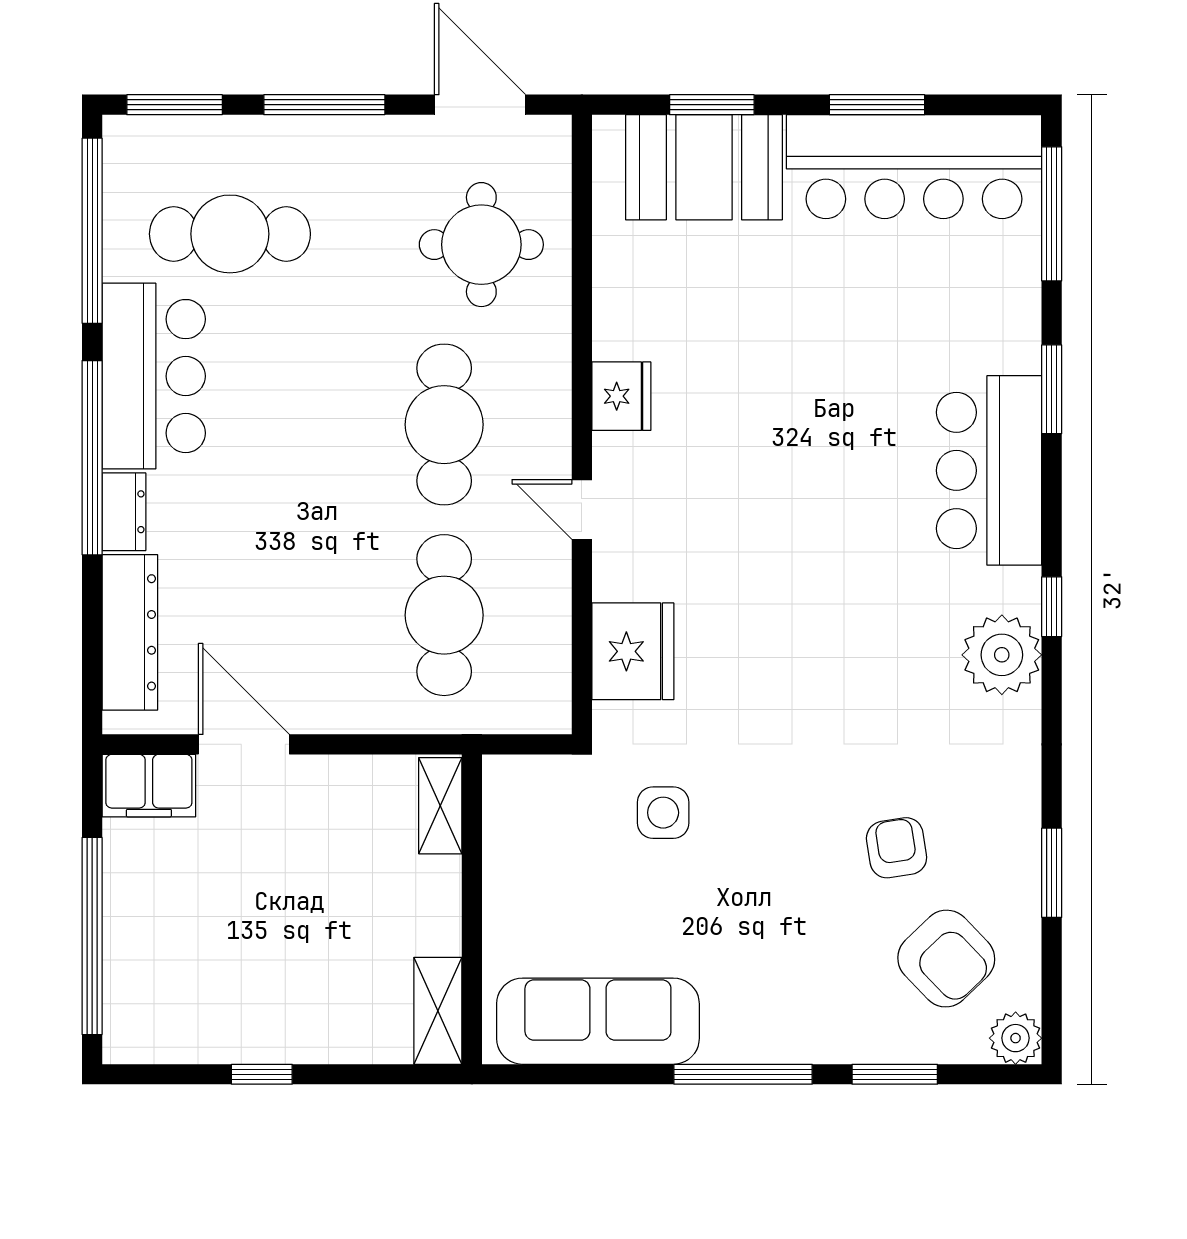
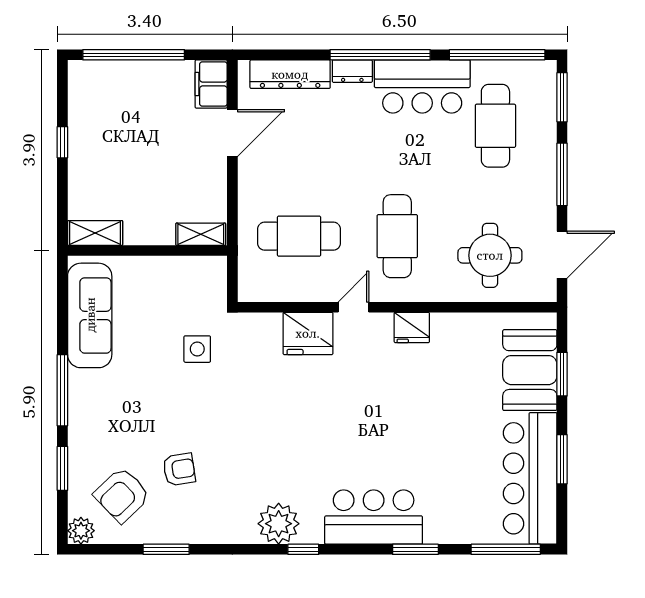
cafe table: (444, 425) -> (397, 236), turned 90
fridge: (633, 651) -> (308, 333), moved

